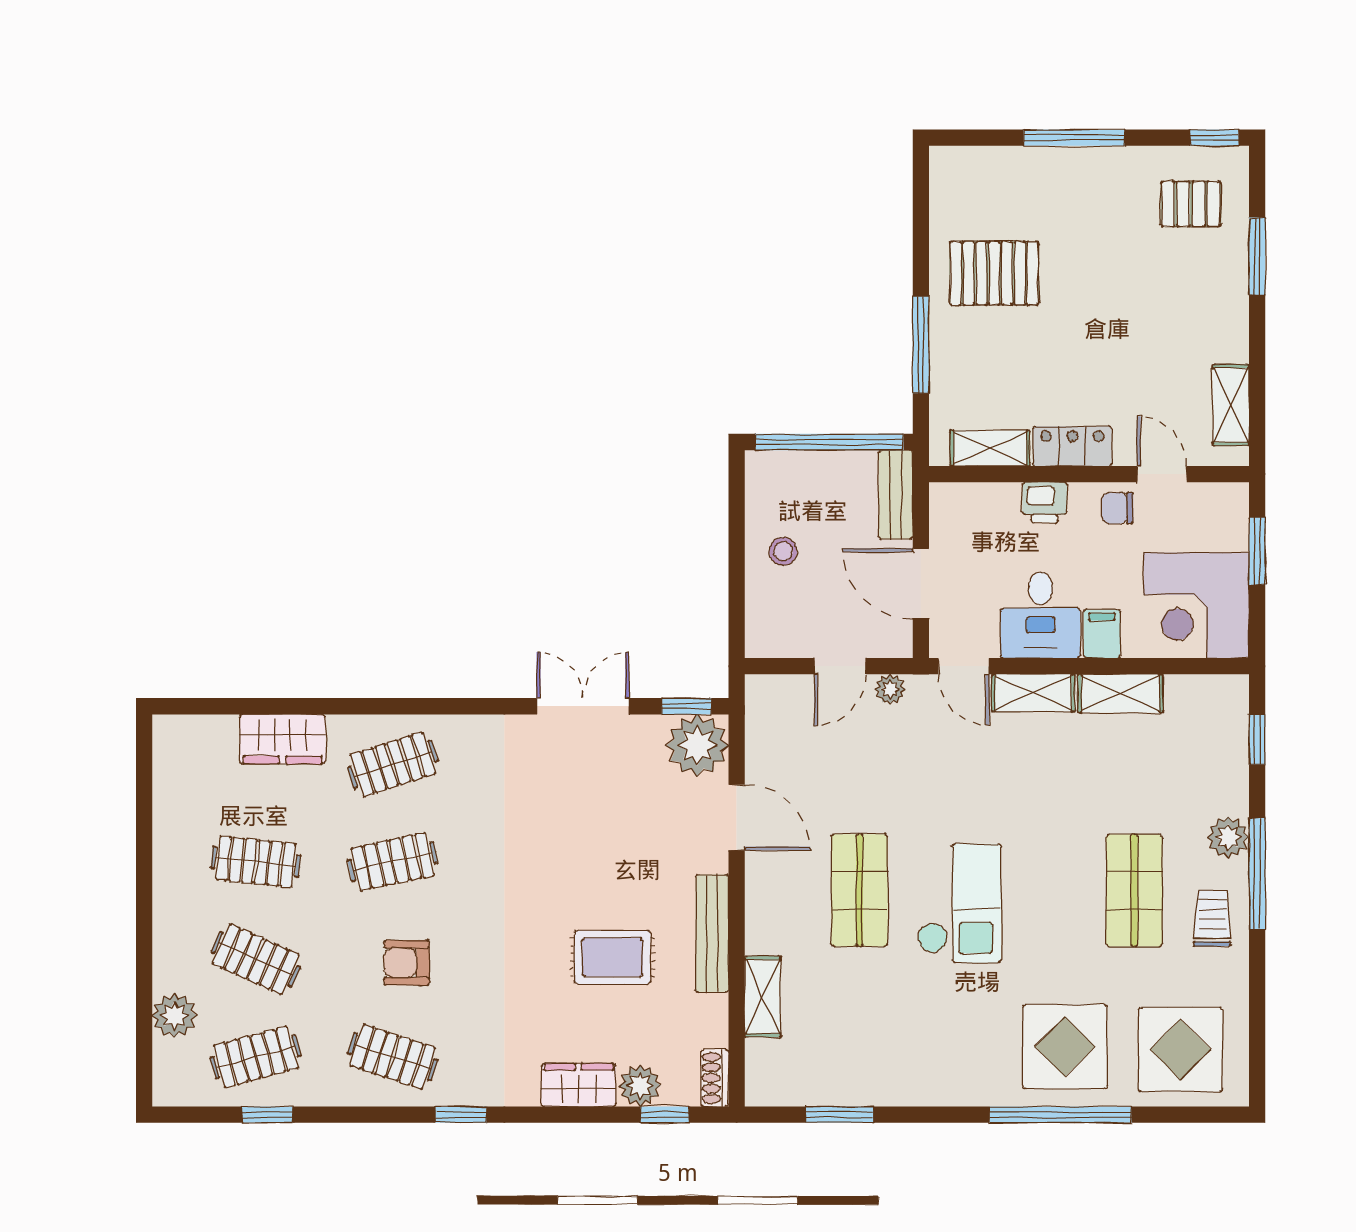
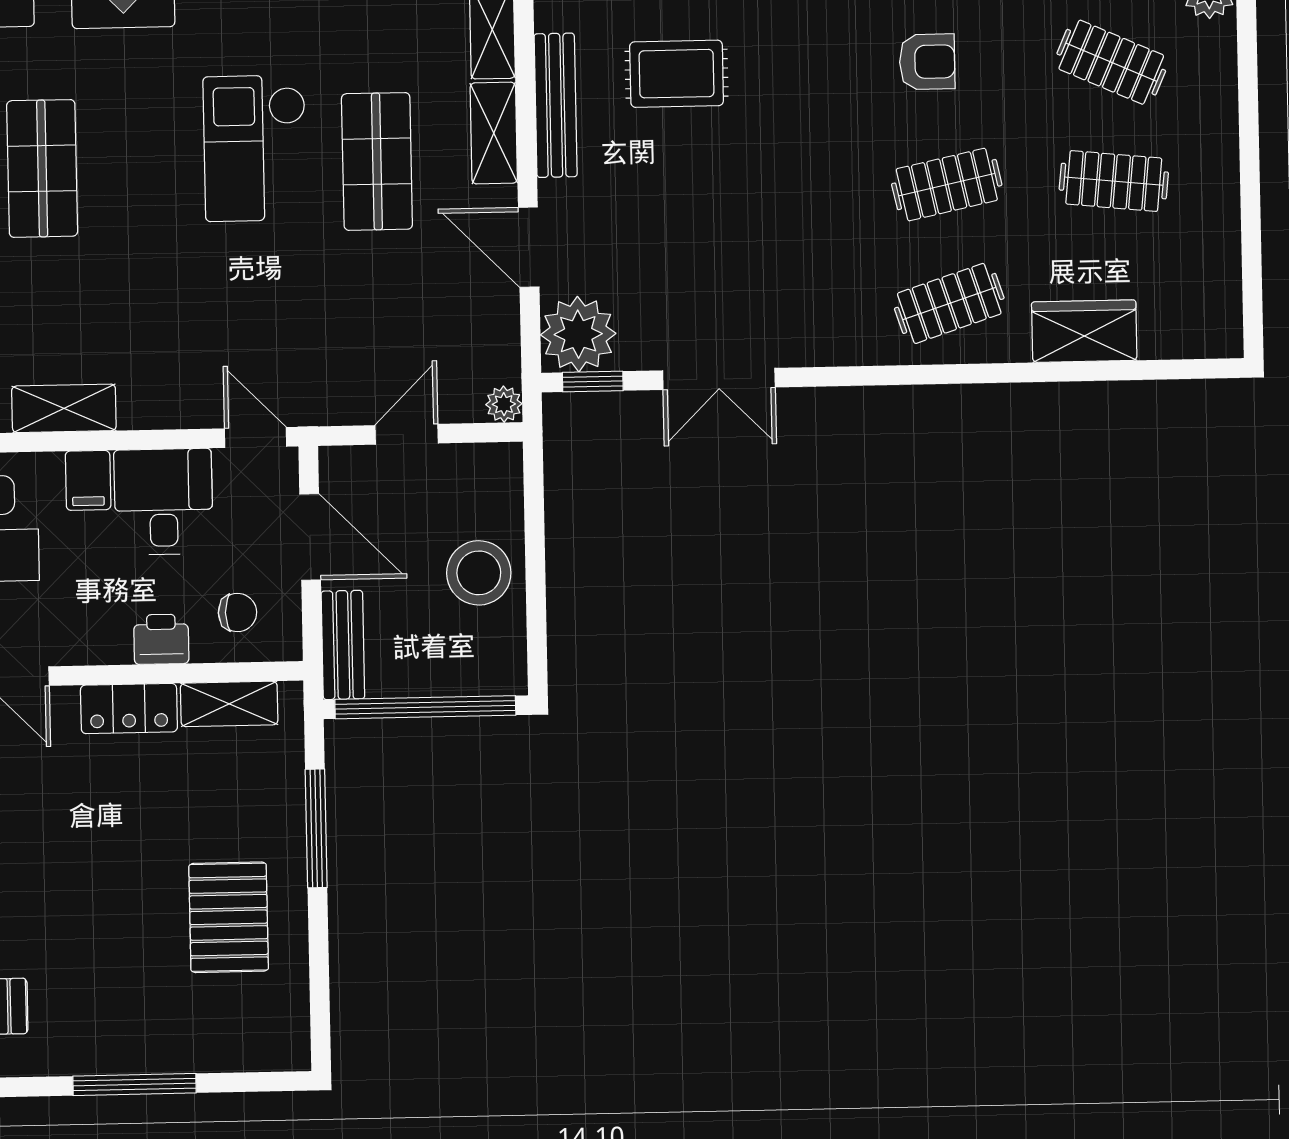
pallet: (994, 273) -> (229, 917), turned 90
chair: (1117, 508) -> (238, 612), moved
stool: (783, 551) -> (479, 573), width x1.89, depth x1.89
plant: (890, 689) -> (504, 404), moved
shelving: (1033, 693) -> (494, 133), moved, turned 90

